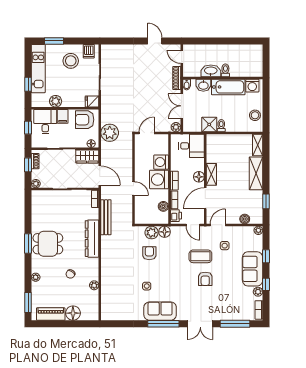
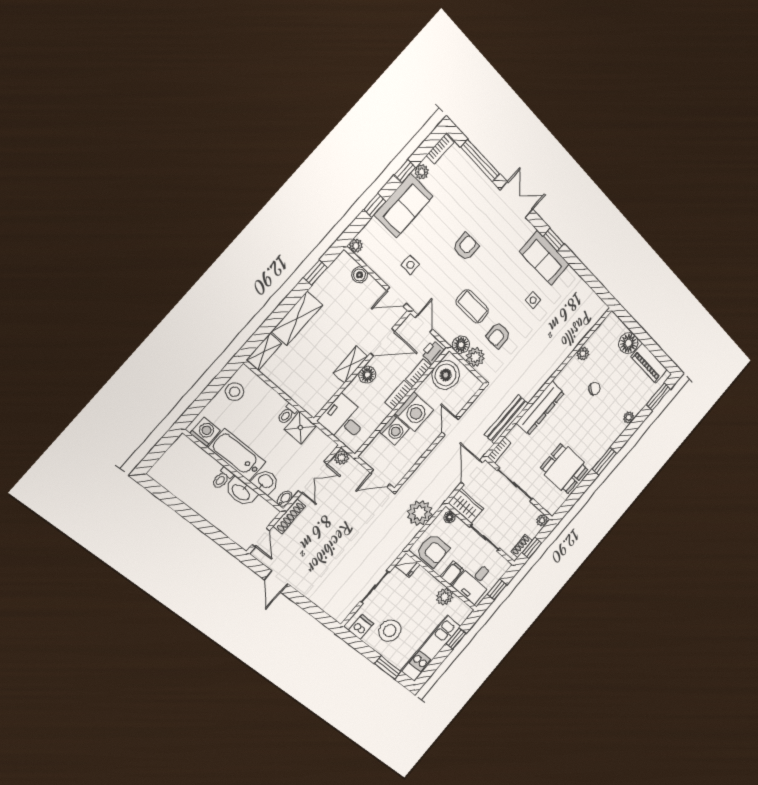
boiler: (163, 206) -> (446, 375), width x1.86, depth x1.86
dining table: (48, 244) -> (564, 469), moved
coffee table: (200, 256) -> (472, 306), moved
window: (163, 324) -> (554, 240), width x0.46

